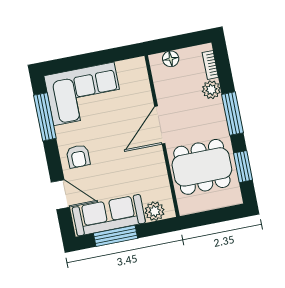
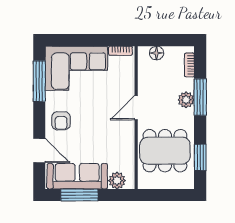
bookcase: (130, 64) -> (121, 51), added
plant: (211, 90) -> (186, 100), moved
window: (233, 114) -> (200, 97), moved
door: (160, 125) -> (136, 108), width x0.73

